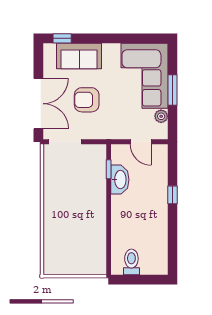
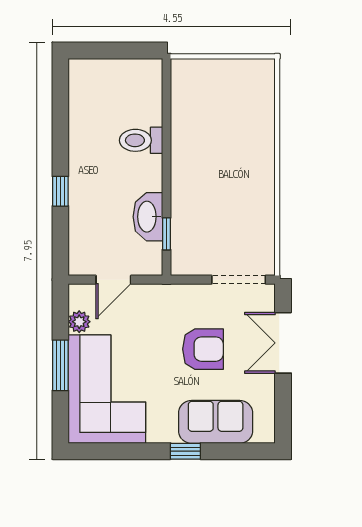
window: (62, 38) -> (185, 451), moved
double door: (38, 104) -> (283, 343), width x0.73
door: (141, 142) -> (113, 280), swing flipped
toilet: (131, 262) -> (141, 140), moved, turned 90

